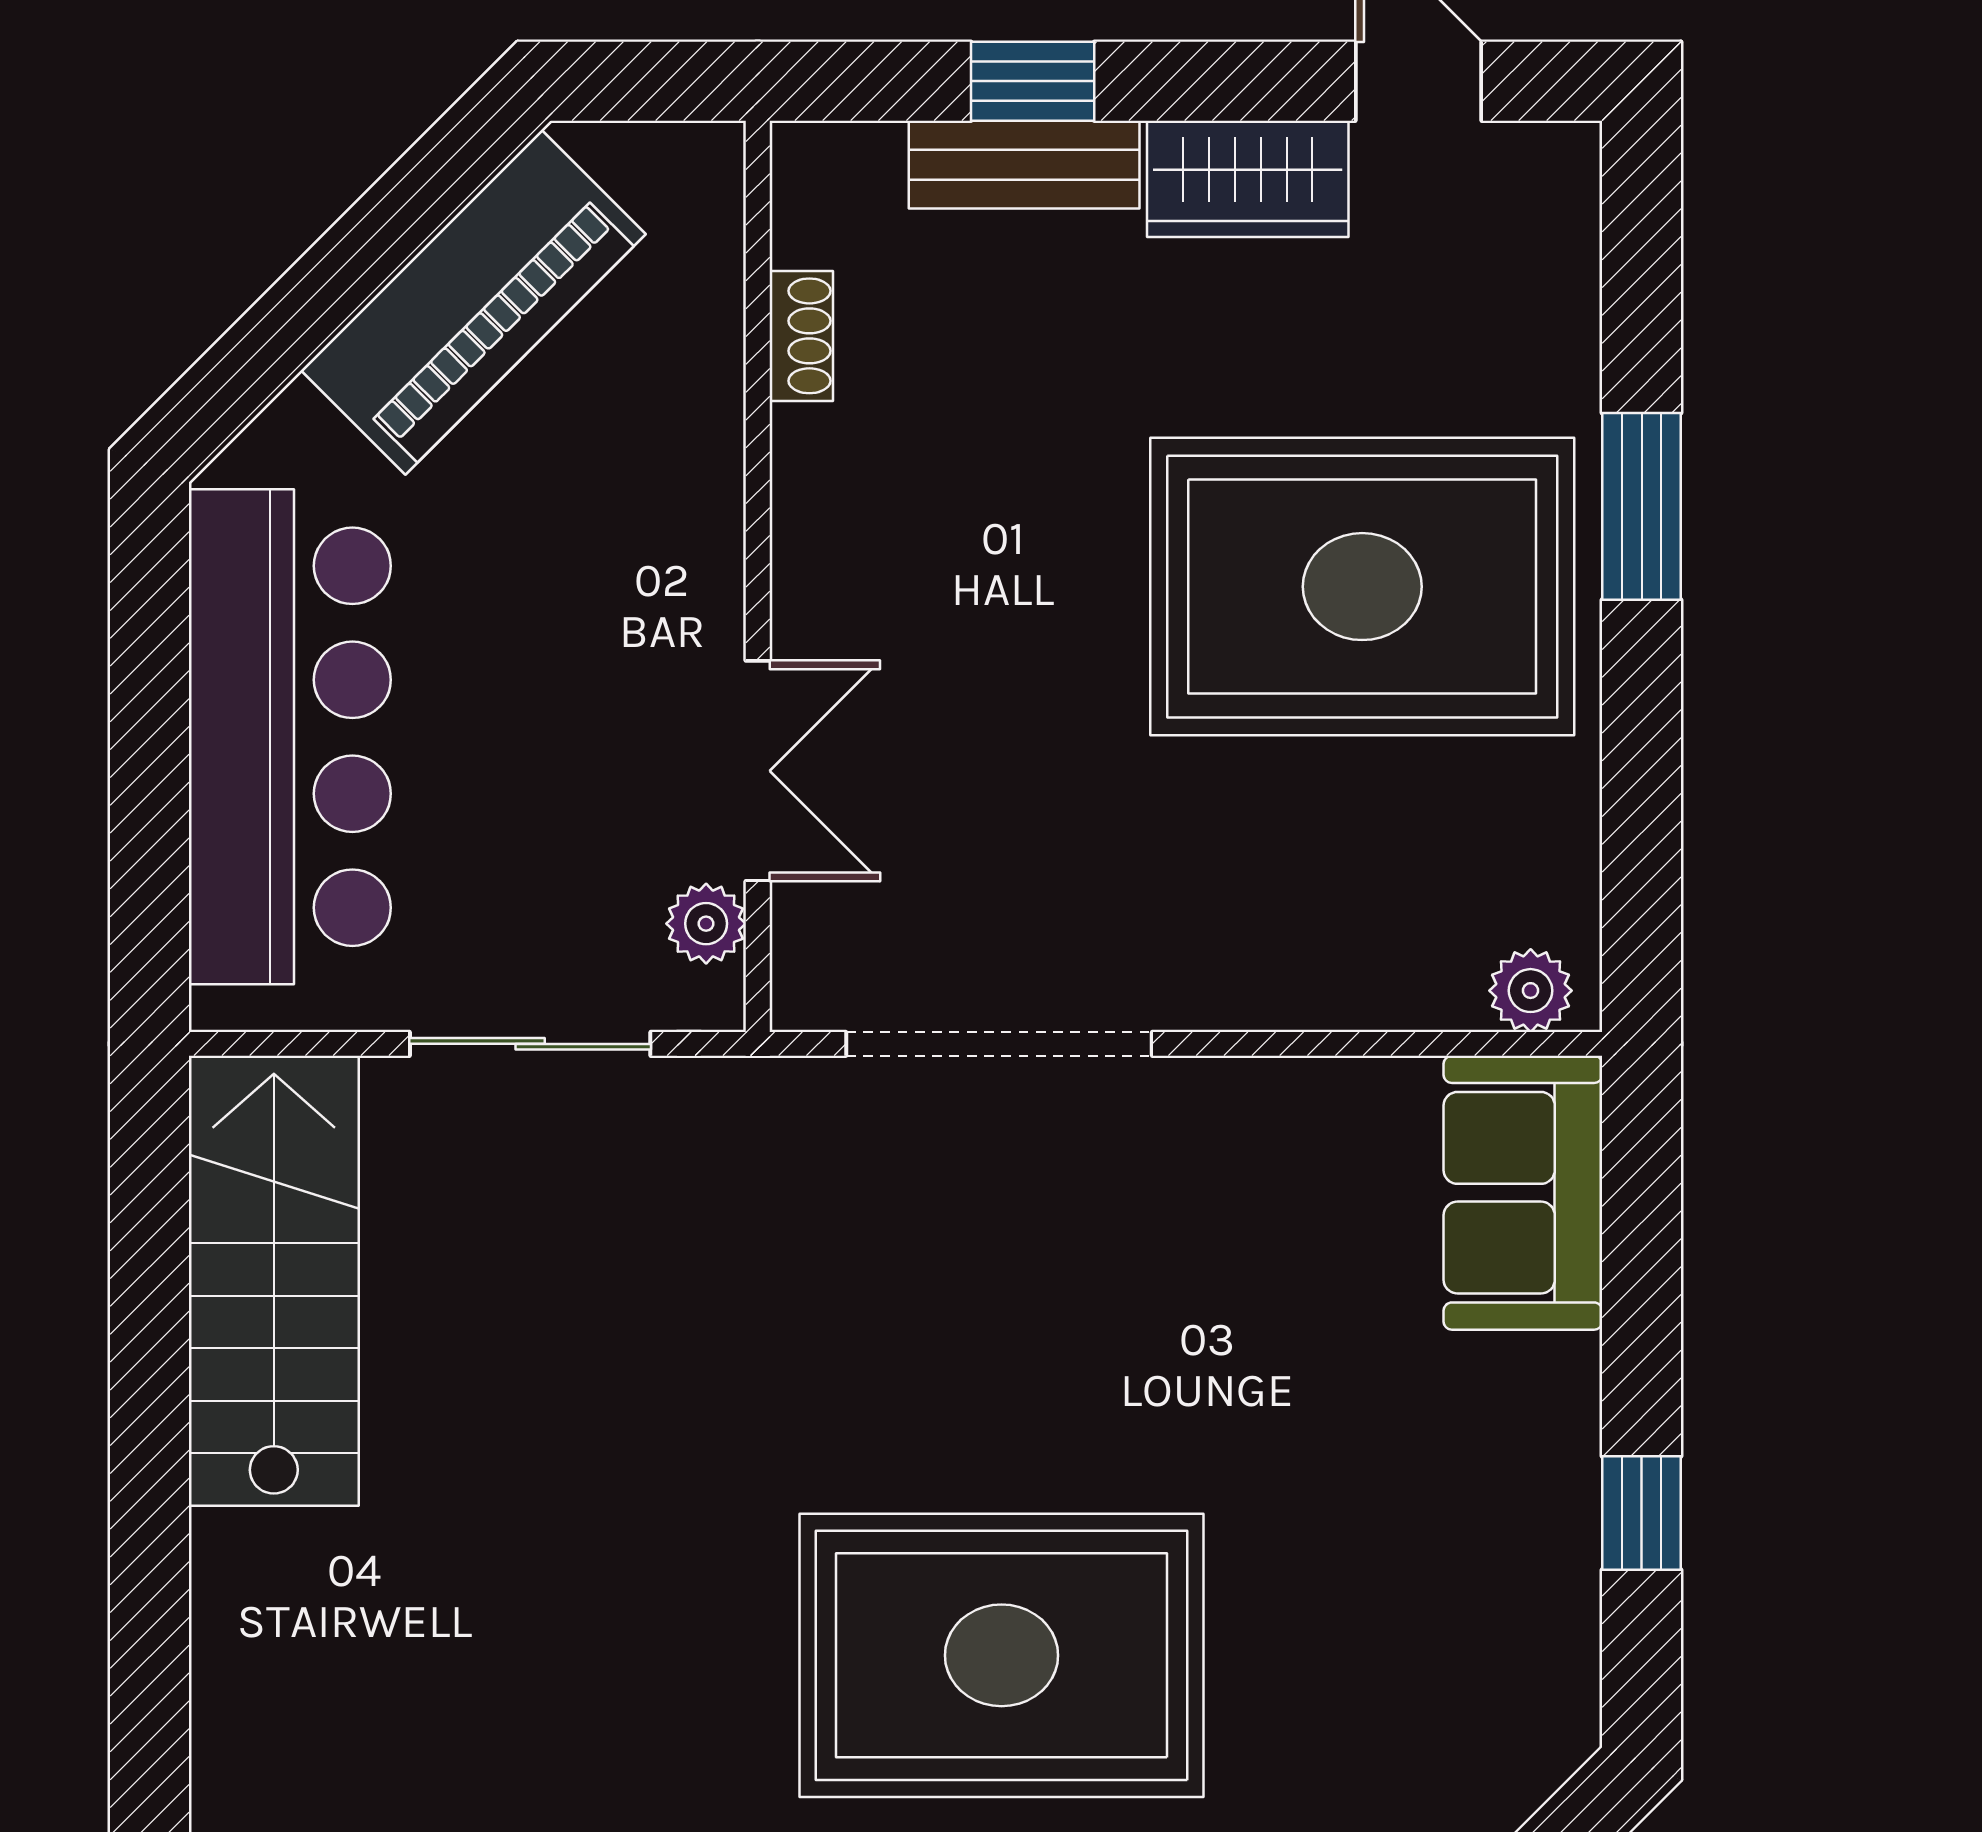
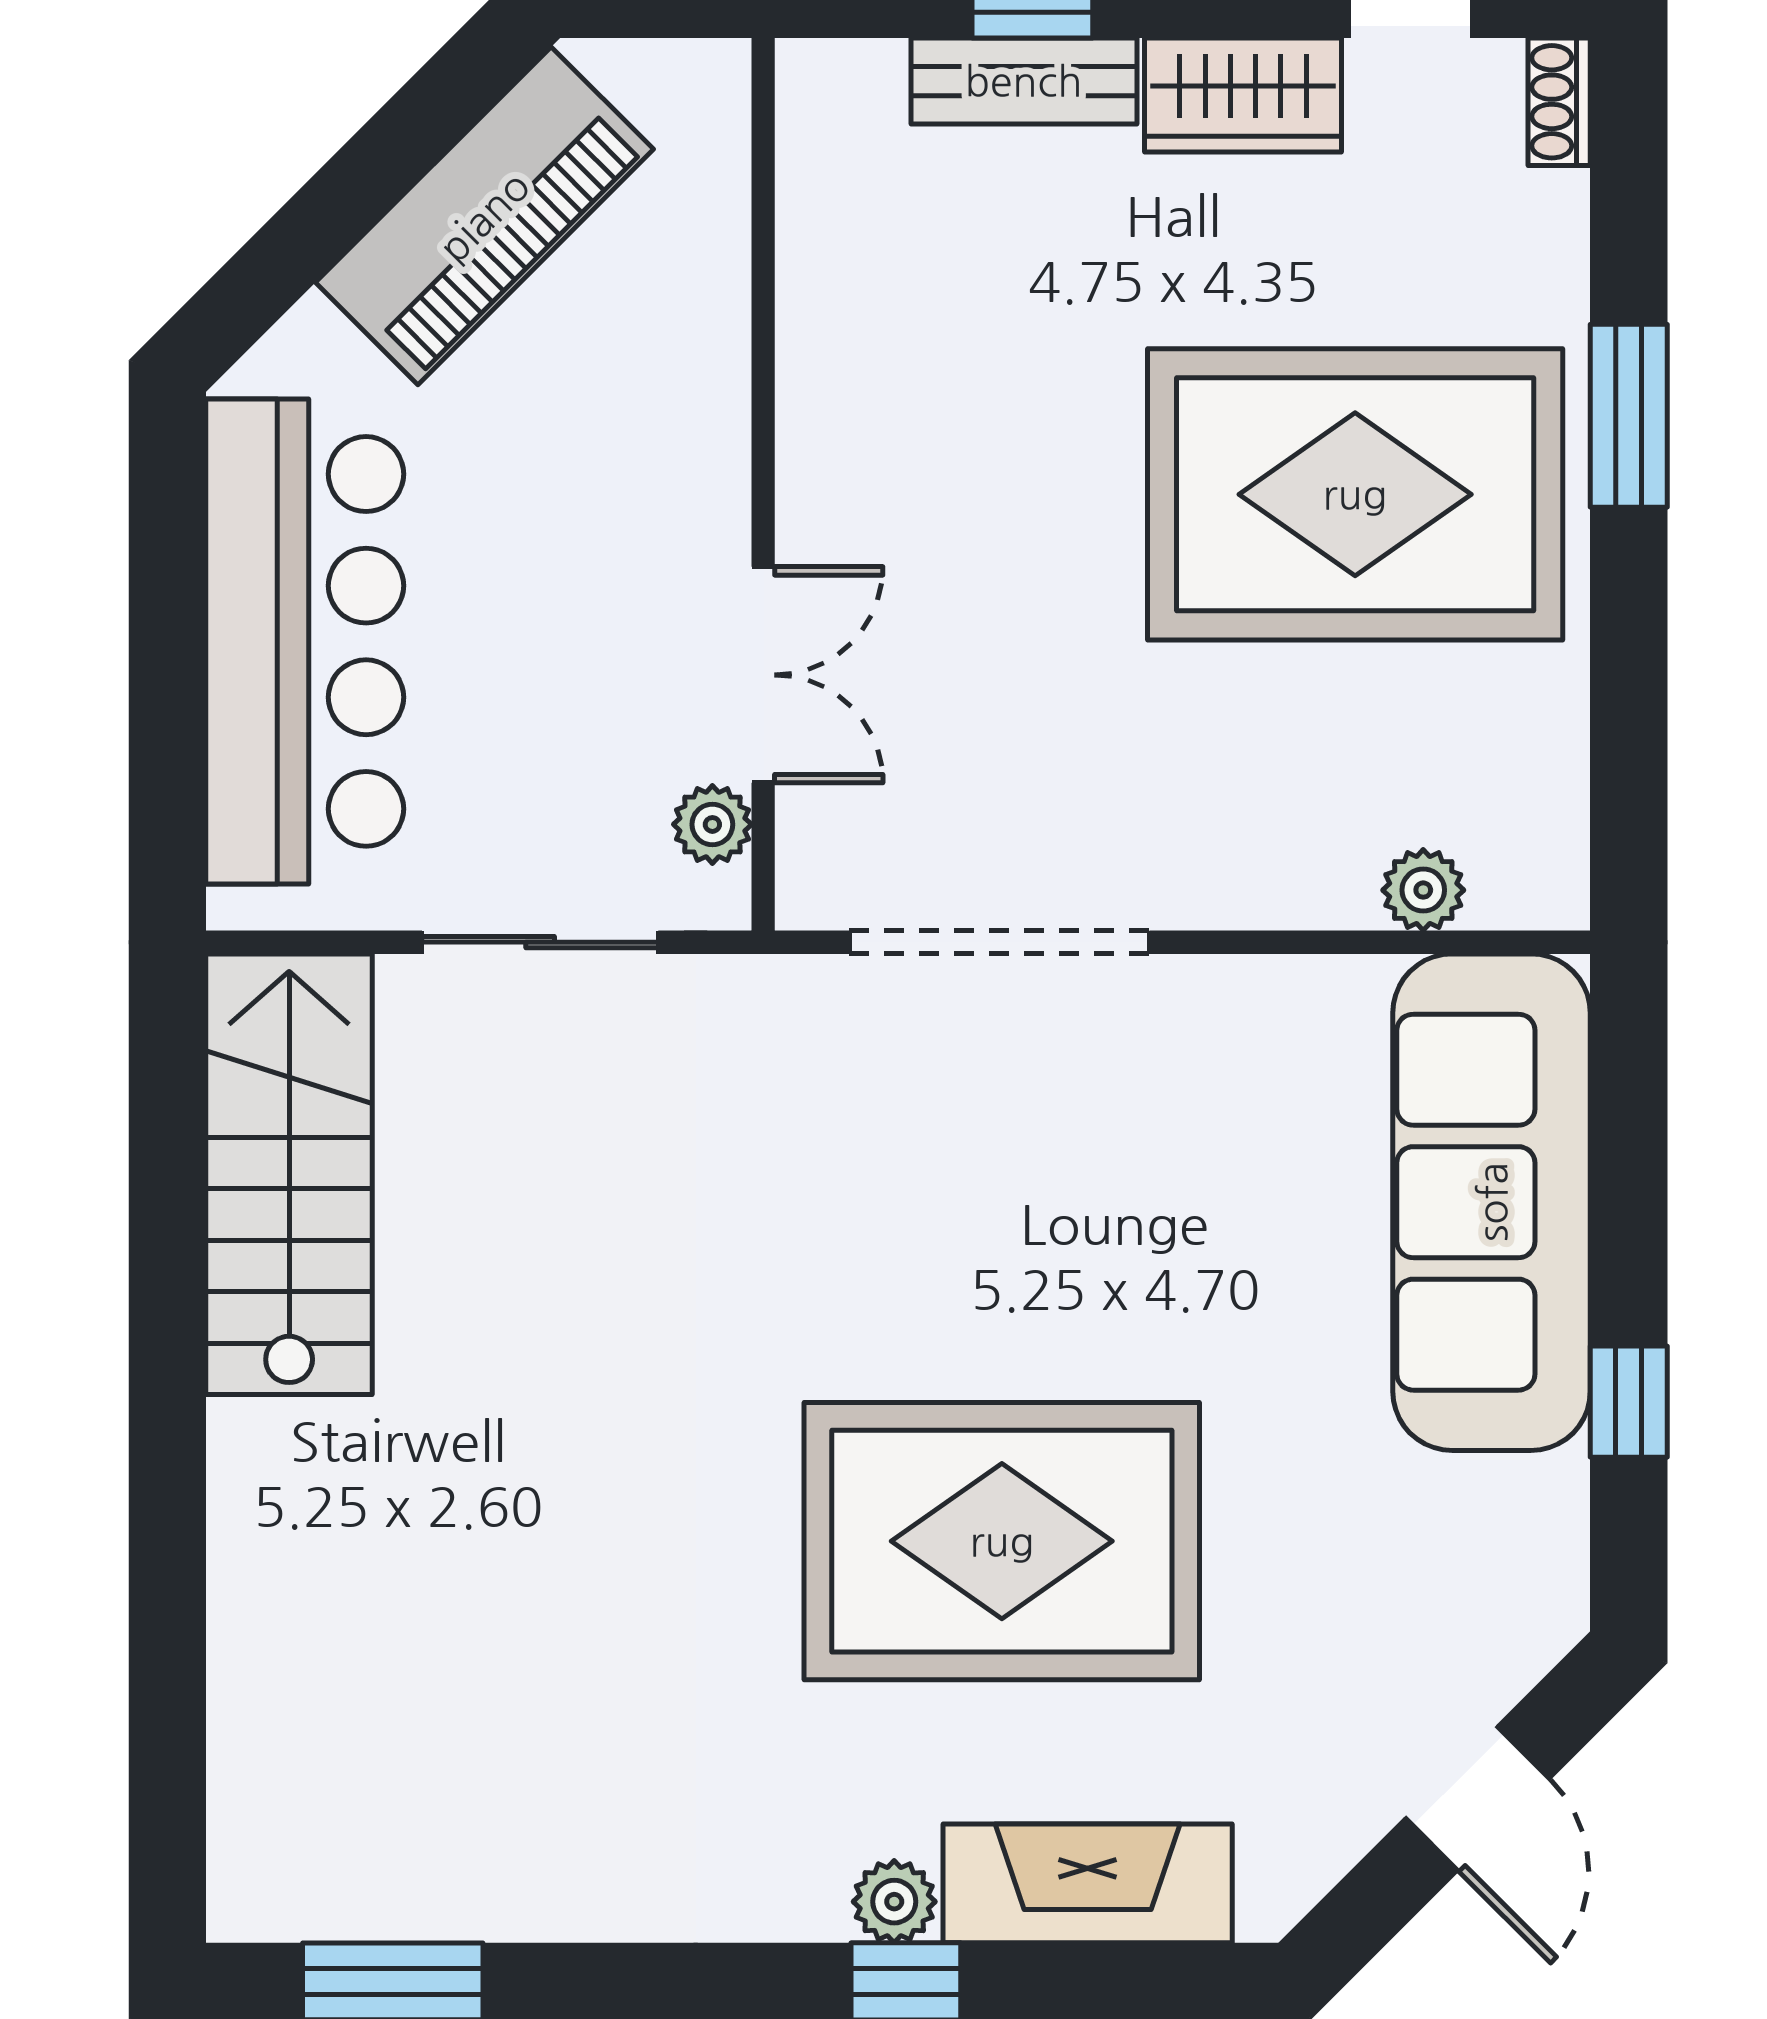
shoe rack: (801, 336) -> (1559, 102), moved, turned 180
plant: (1531, 991) -> (1423, 890), moved
sofa: (1523, 1193) -> (1492, 1202), width x1.85, depth x1.27

